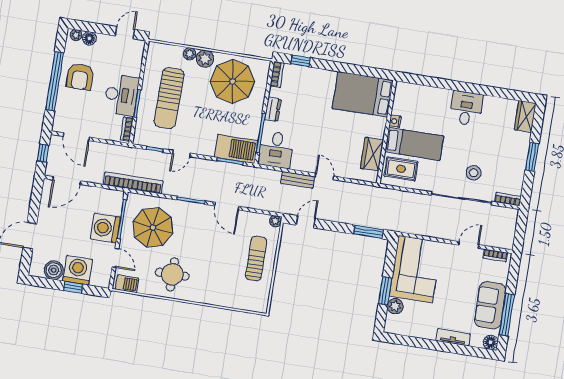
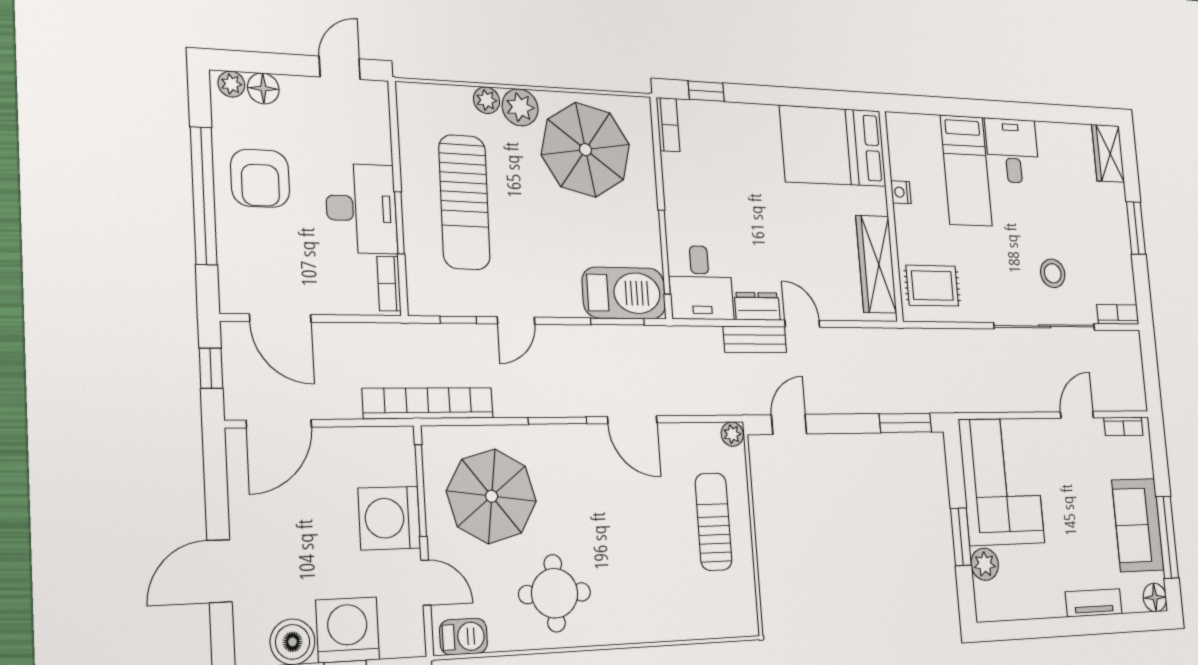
dresser: (273, 109) -> (757, 306), moved, turned -90
bed: (414, 144) -> (966, 171), moved, turned 90
wardrobe: (372, 154) -> (876, 264), width x1.50

